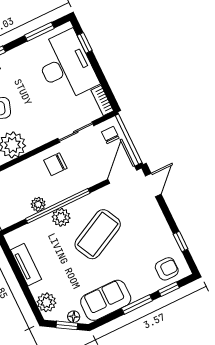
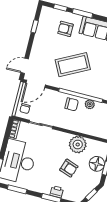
chair: (55, 164) -> (72, 104), moved
plant: (61, 217) -> (84, 88), removed
armchair: (167, 269) -> (65, 29), moved

